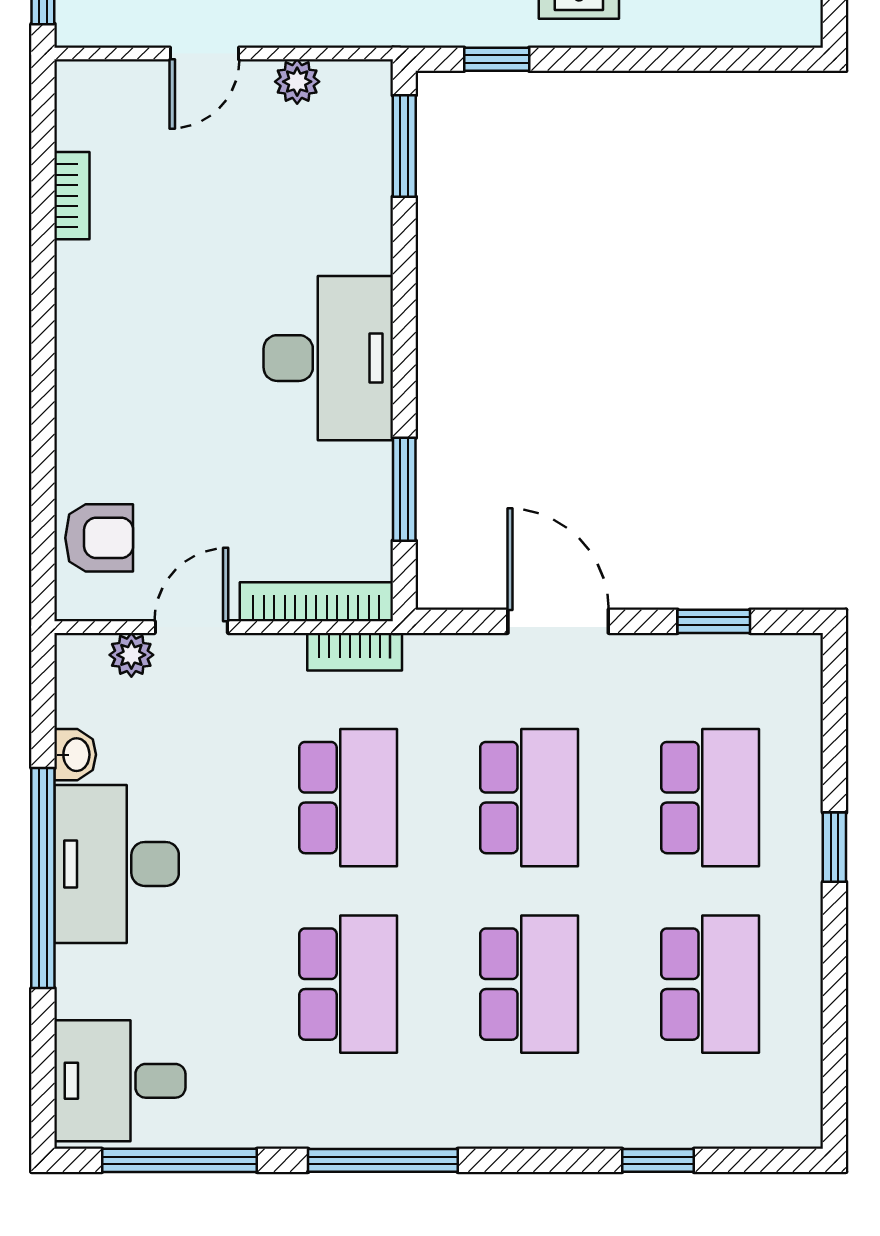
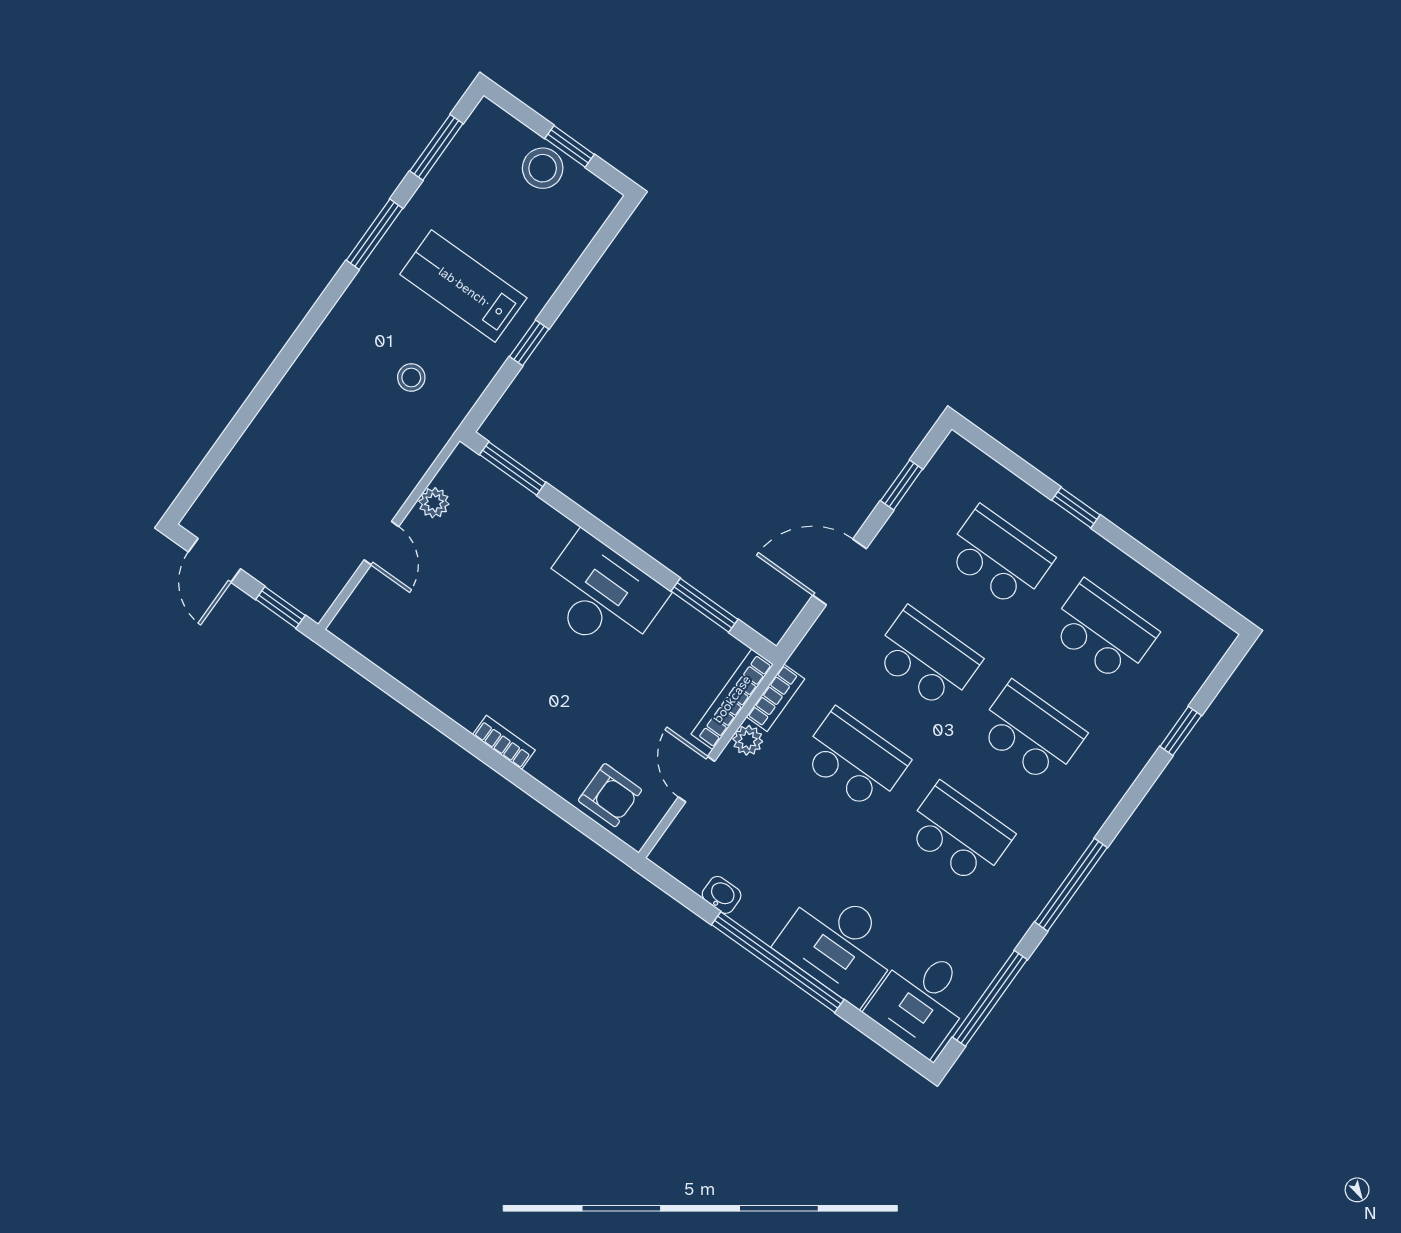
window: (497, 59) -> (529, 343), moved
bookcase: (72, 196) -> (504, 742), moved
armchair: (99, 538) -> (610, 795), turned 90
plant: (131, 655) -> (748, 740), moved
desk: (117, 864) -> (840, 944), moved

